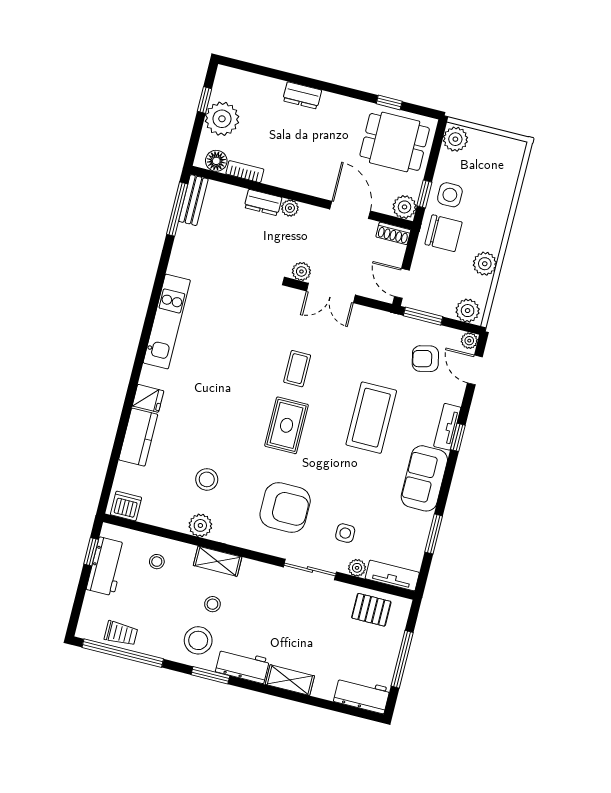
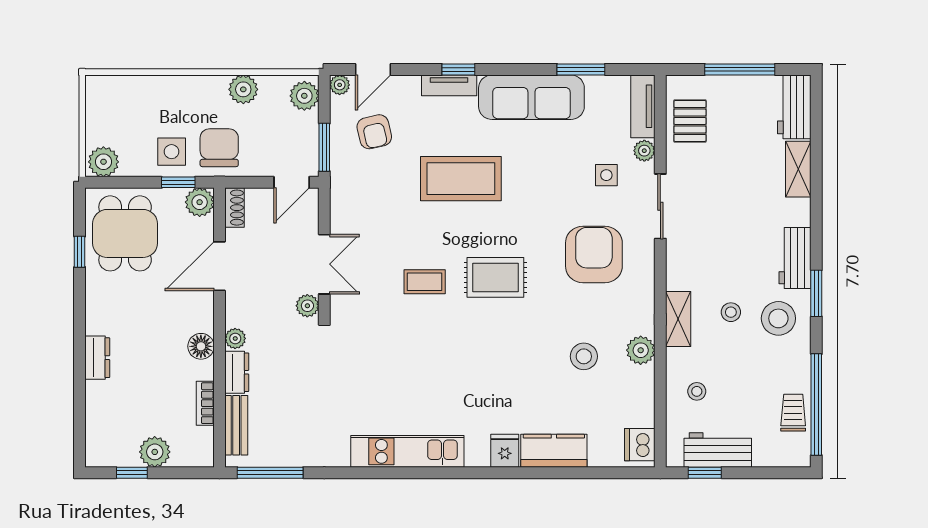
plant: (222, 119) -> (155, 452), width x0.73, depth x0.73
floor lamp: (216, 161) -> (201, 346), moved
bench: (193, 200) -> (236, 425), moved, turned 90
sofa: (424, 478) -> (531, 97), width x1.36
shelving: (290, 680) -> (798, 169), moved

